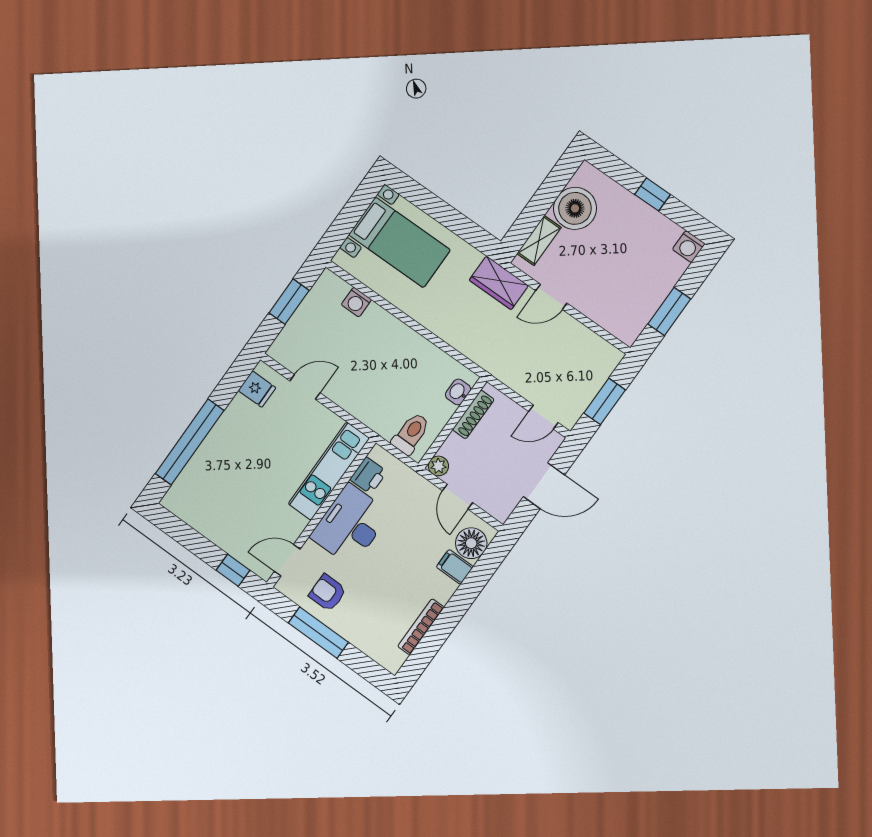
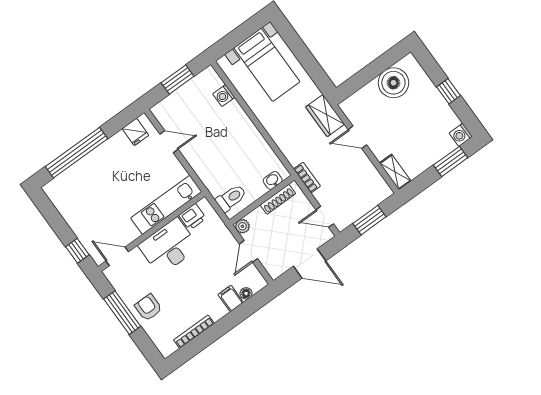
shelving: (539, 240) -> (395, 172), moved, turned 90
window: (669, 312) -> (451, 161), moved
bookcase: (502, 373) -> (307, 178), added
floor lamp: (471, 543) -> (246, 293), width x0.53, depth x0.53
armchair: (328, 593) -> (148, 307), moved

